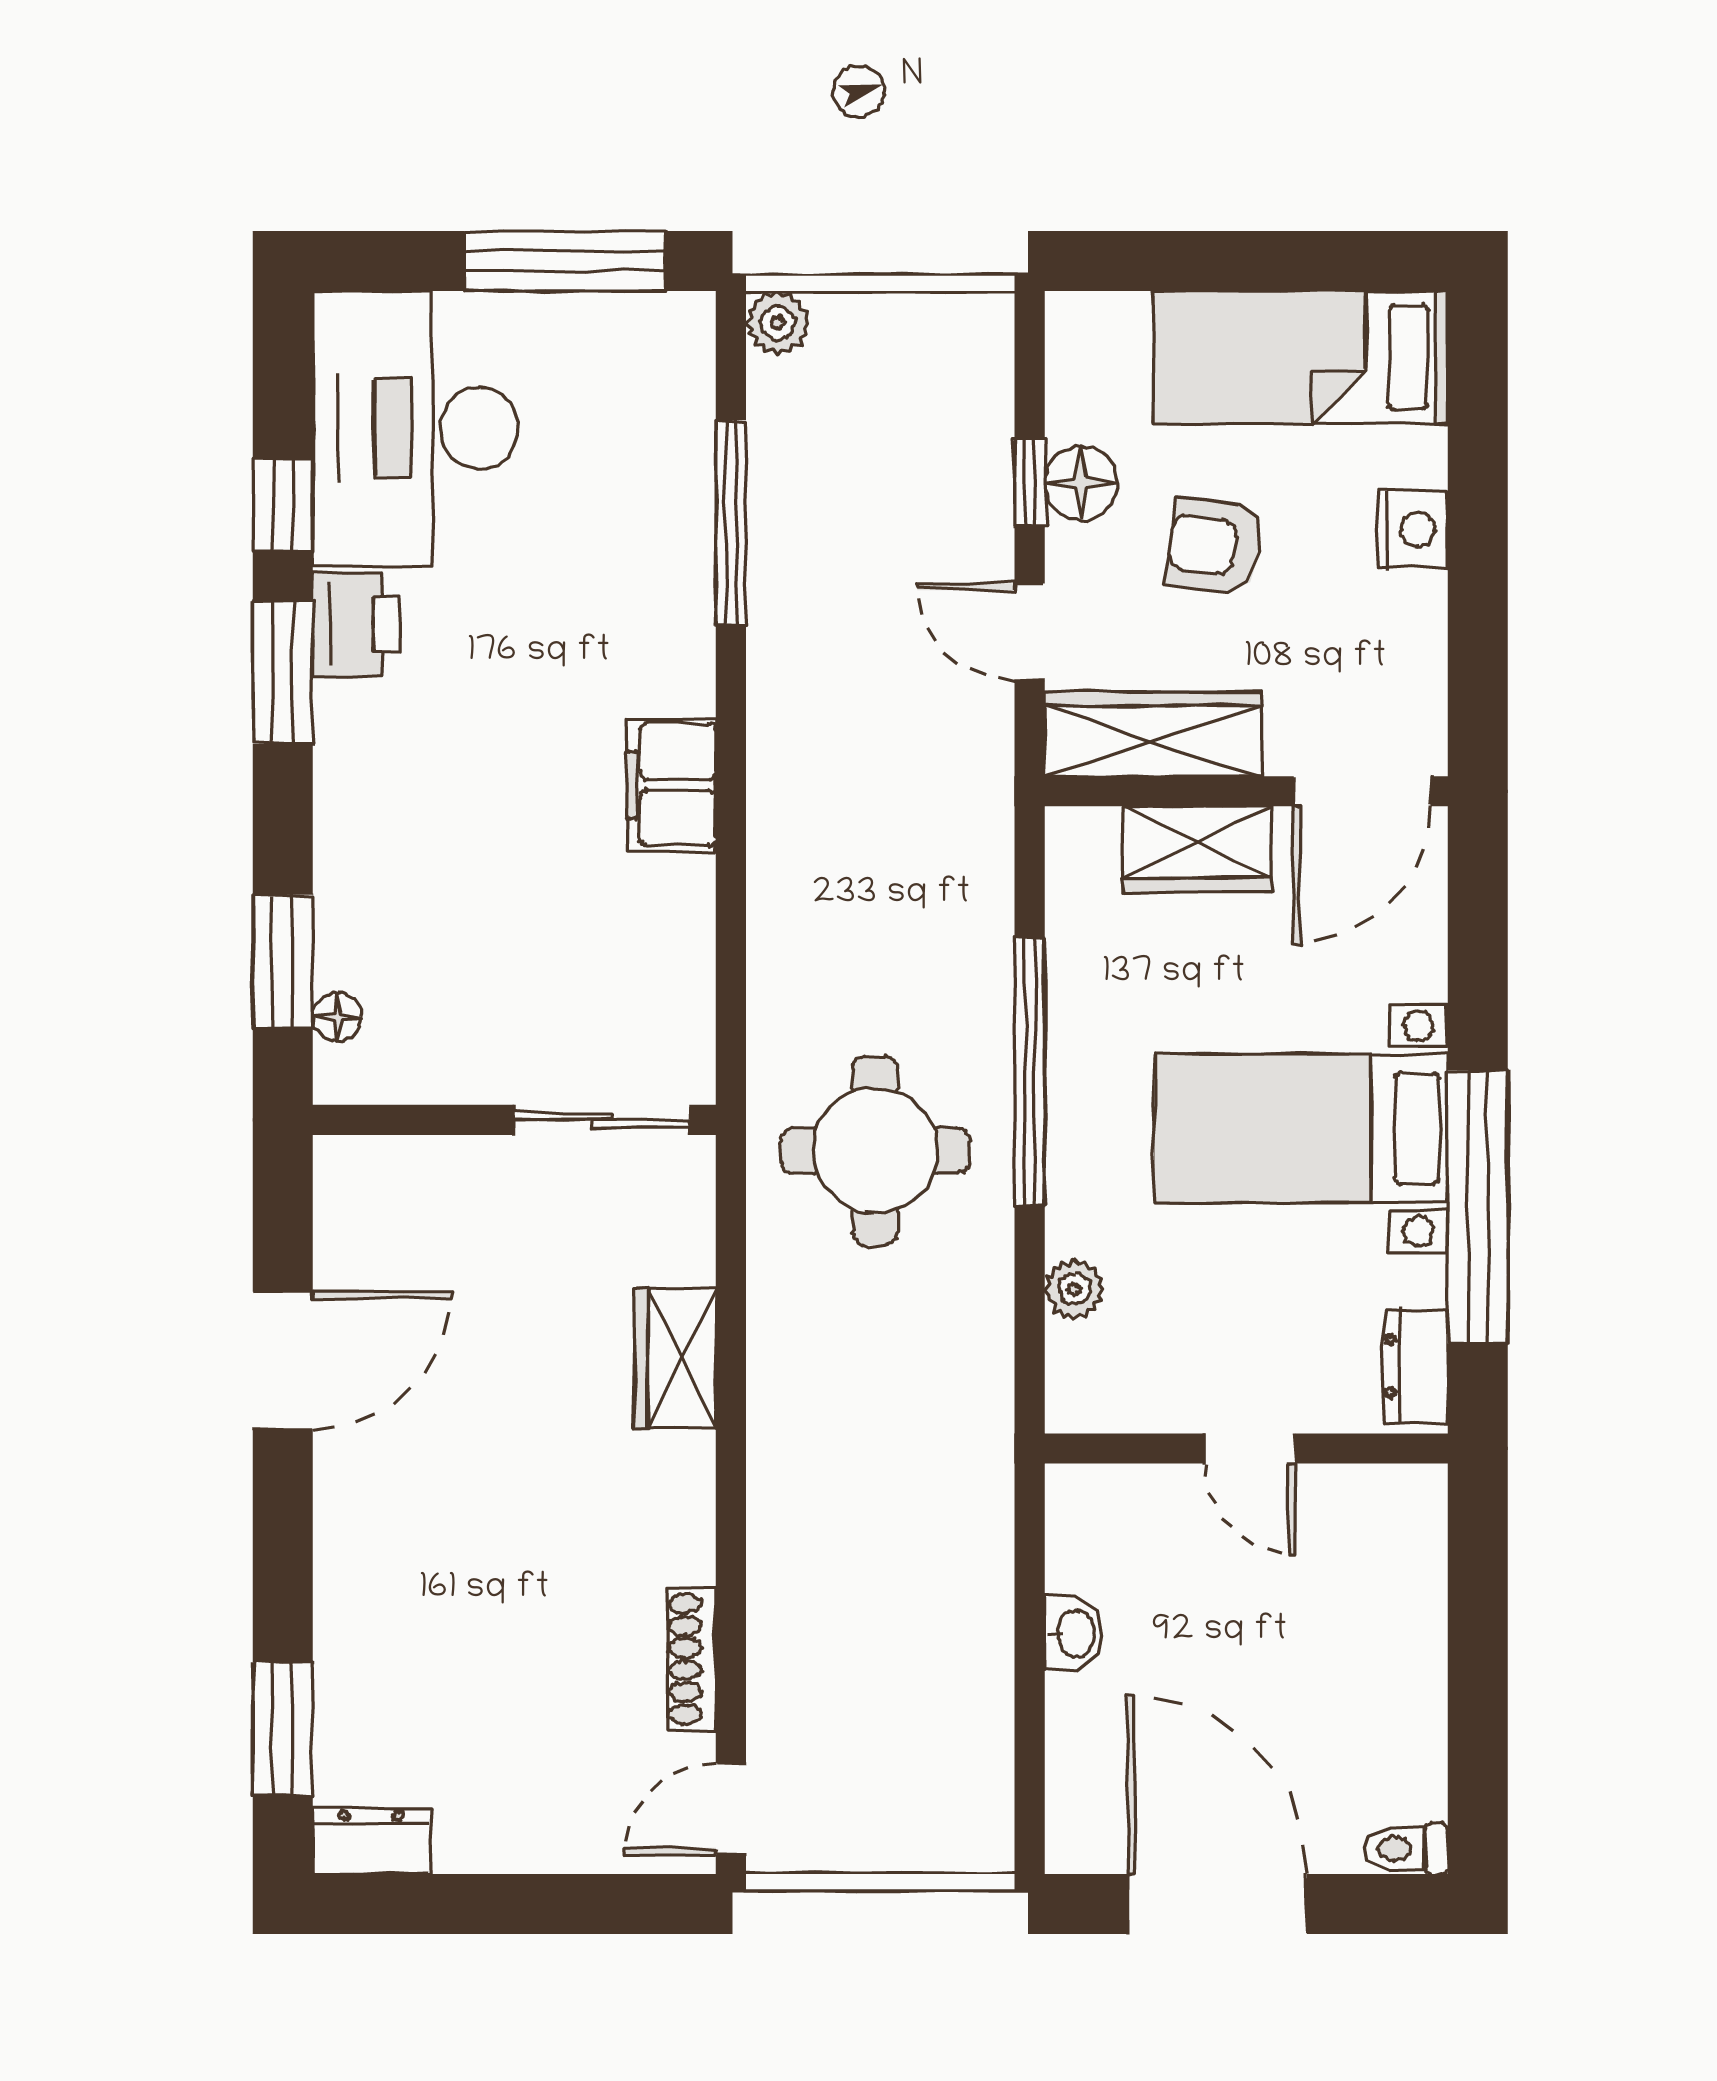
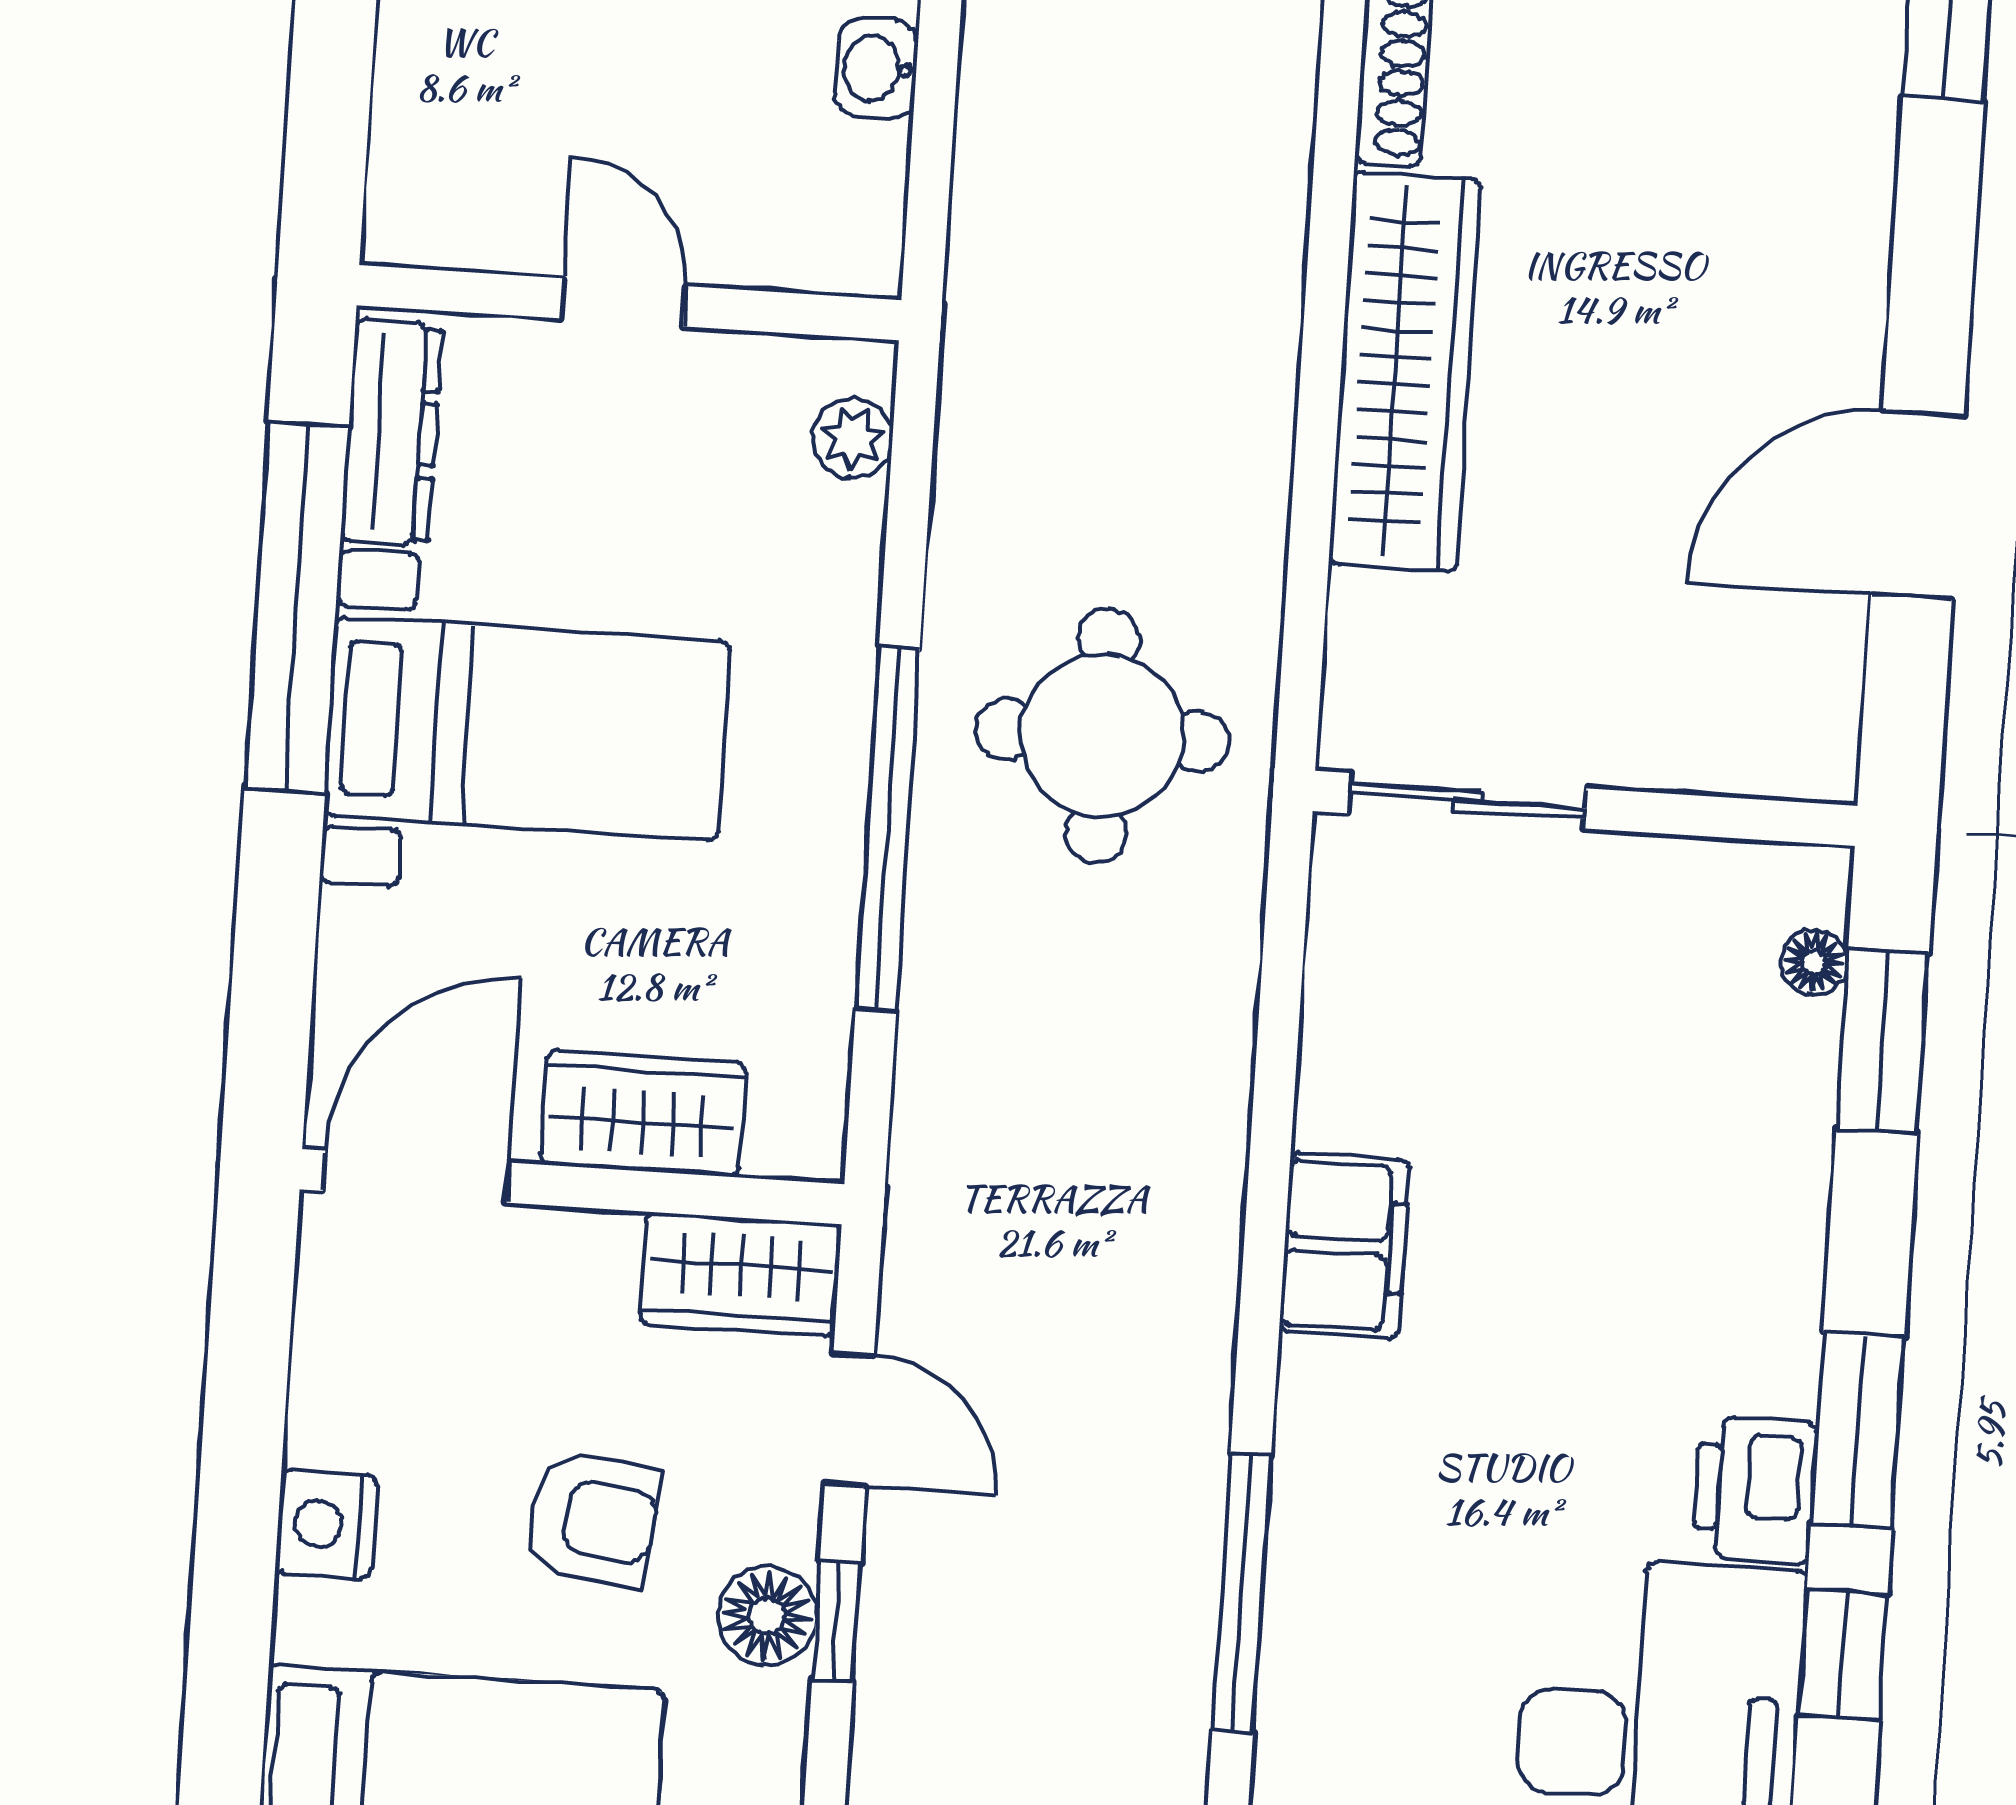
wardrobe: (1153, 734) -> (741, 1275), width x0.67
plant: (1074, 1289) -> (853, 438), moved
wardrobe: (676, 1358) -> (1405, 371), width x2.10, depth x1.17
dresser: (1416, 1366) -> (392, 432), width x1.44

